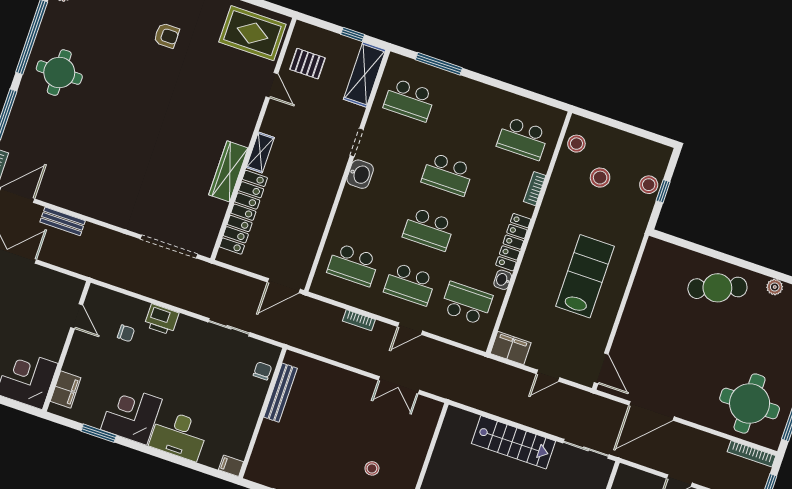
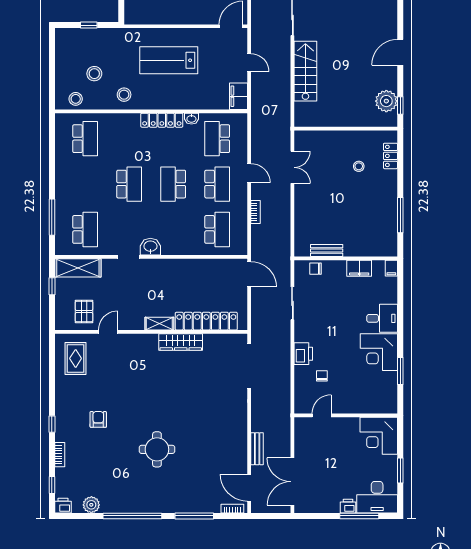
rug: (252, 33) -> (76, 358), width x0.73, depth x0.70
round table: (59, 73) -> (157, 449), moved
stool: (649, 185) -> (124, 95), moved
bookcase: (535, 189) -> (118, 118), removed
school desk: (429, 229) -> (173, 184), turned 180
filing cabinet: (66, 390) -> (359, 268), moved, turned 180
bench: (280, 393) -> (327, 250), width x0.73
desk: (179, 435) -> (382, 318), width x0.73

